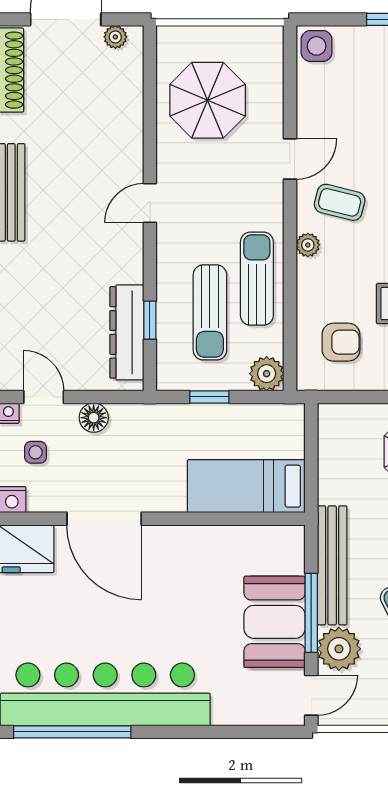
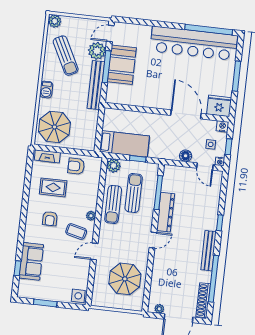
window: (150, 320) -> (158, 193), width x2.17
dresser: (127, 332) -> (166, 212), moved
armchair: (341, 342) -> (76, 166), moved
bed: (246, 486) -> (124, 144), moved

